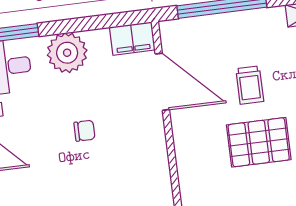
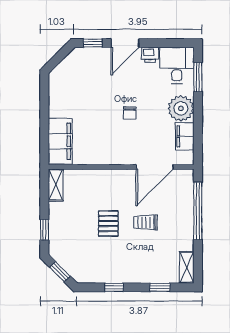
filing cabinet: (132, 39) -> (185, 136), moved
pallet: (259, 142) -> (108, 224), width x0.67, depth x0.71

